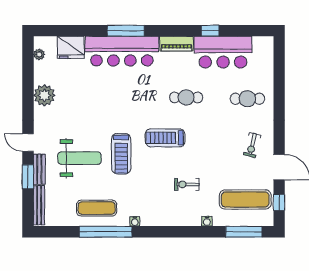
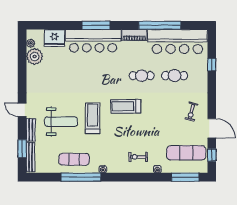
window: (210, 31) -> (160, 25), width x3.17
bar counter: (223, 52) -> (177, 42), width x1.36
window: (279, 83) -> (212, 65), added
plant: (44, 95) -> (35, 56), moved
cafe table: (247, 99) -> (175, 76), moved
treadmill: (121, 154) -> (93, 118), turned 180
window: (28, 177) -> (22, 149), moved
exercise bike: (187, 184) -> (138, 157), moved

